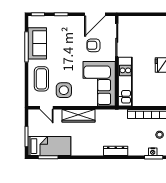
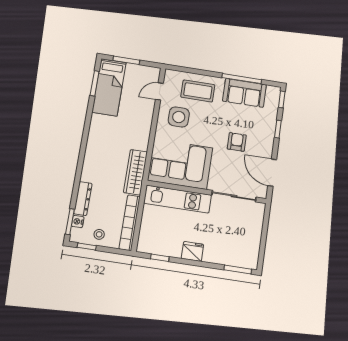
armchair: (93, 45) -> (237, 142), moved
wardrobe: (78, 116) -> (135, 172), moved
dresser: (116, 151) -> (83, 199), moved

